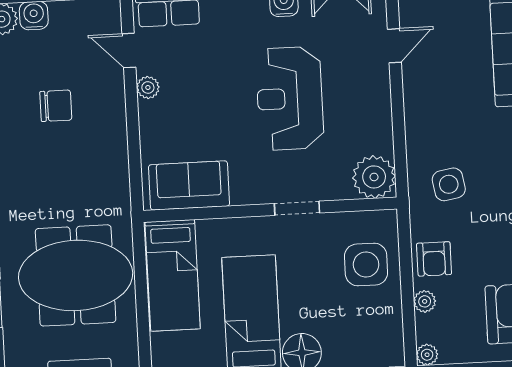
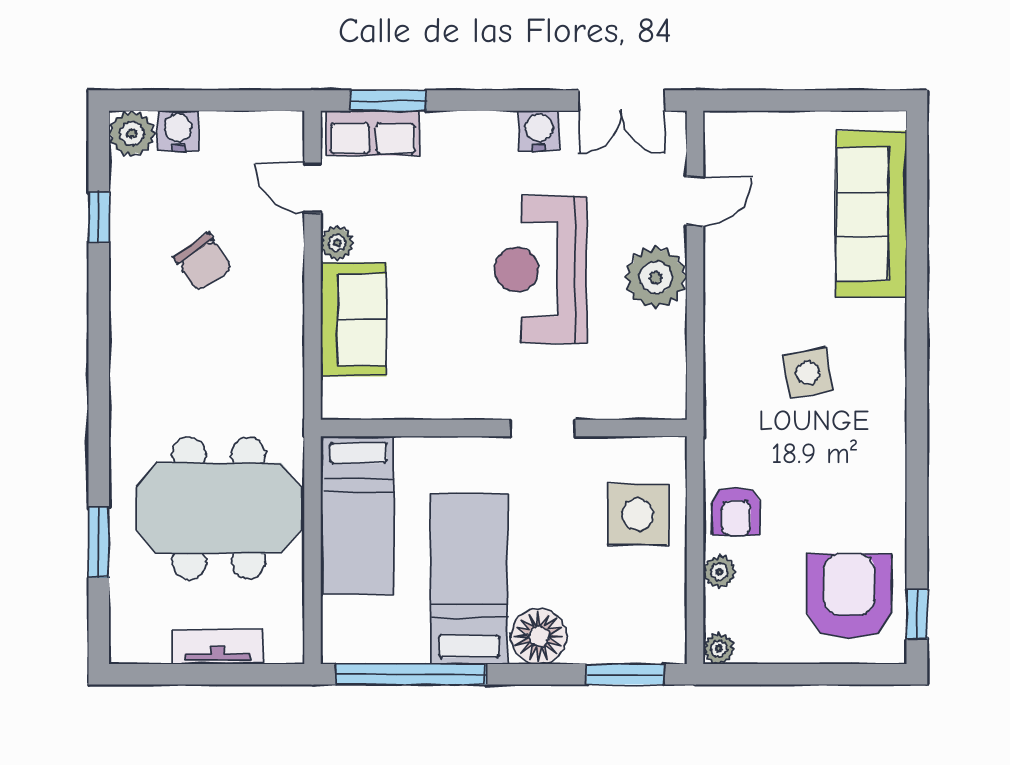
chair: (56, 106) -> (203, 262), turned 55
plant: (374, 177) -> (656, 277), moved
side table: (449, 184) -> (808, 373), moved
sofa: (189, 185) -> (354, 320), moved, turned 90

